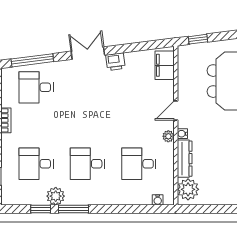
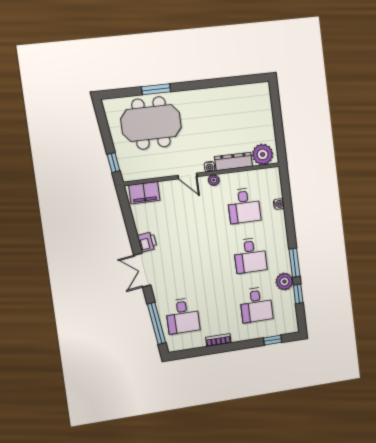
water cooler: (158, 200) -> (279, 204), moved

